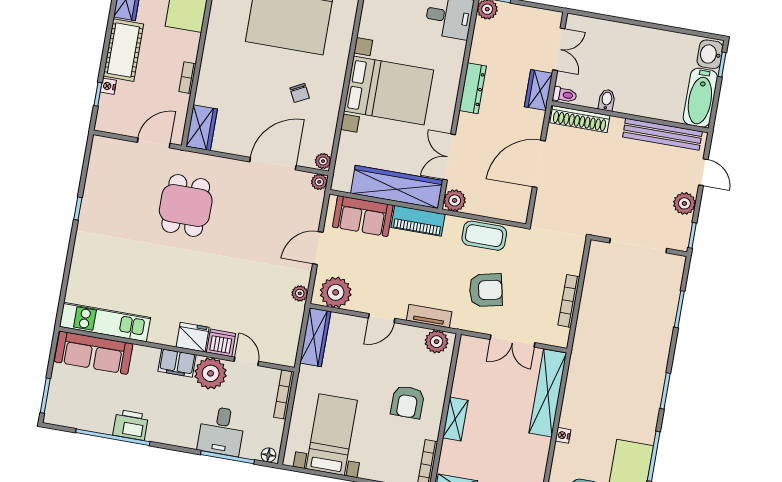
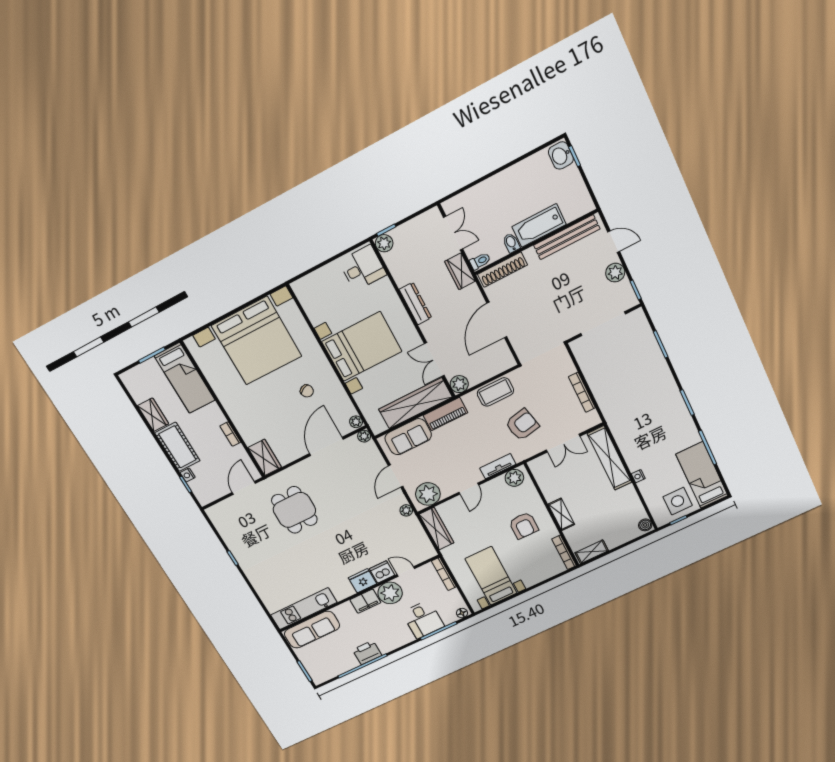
bathtub: (700, 98) -> (539, 225), moved, turned 90

